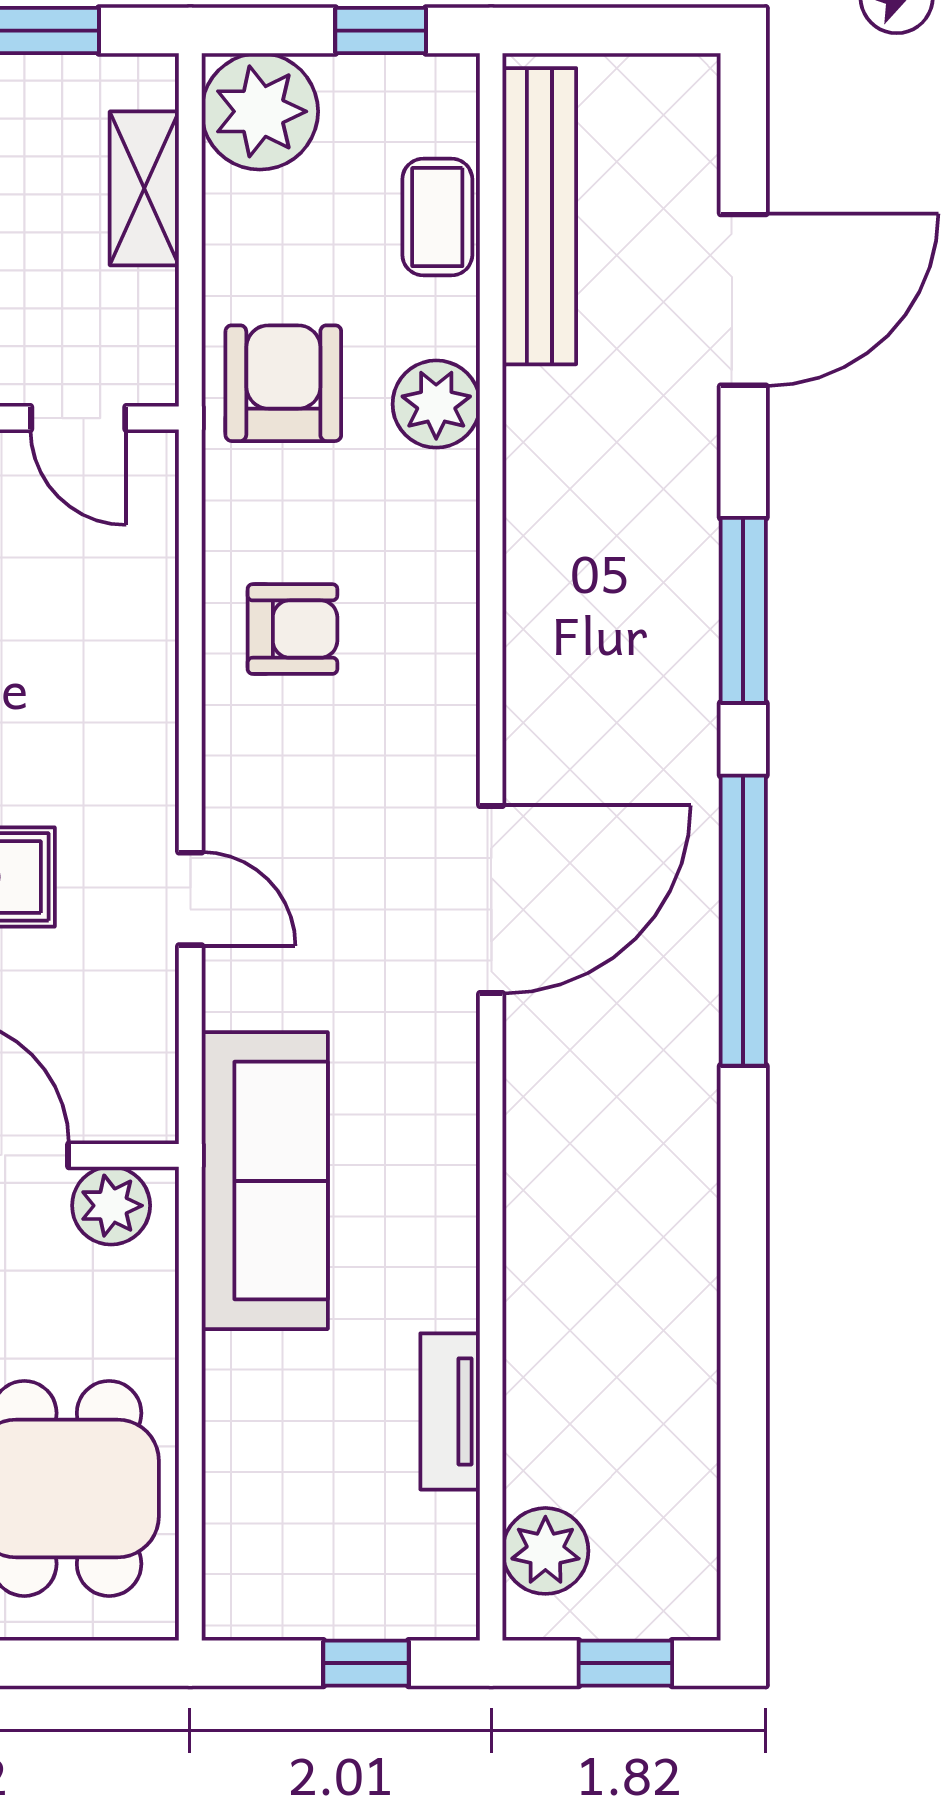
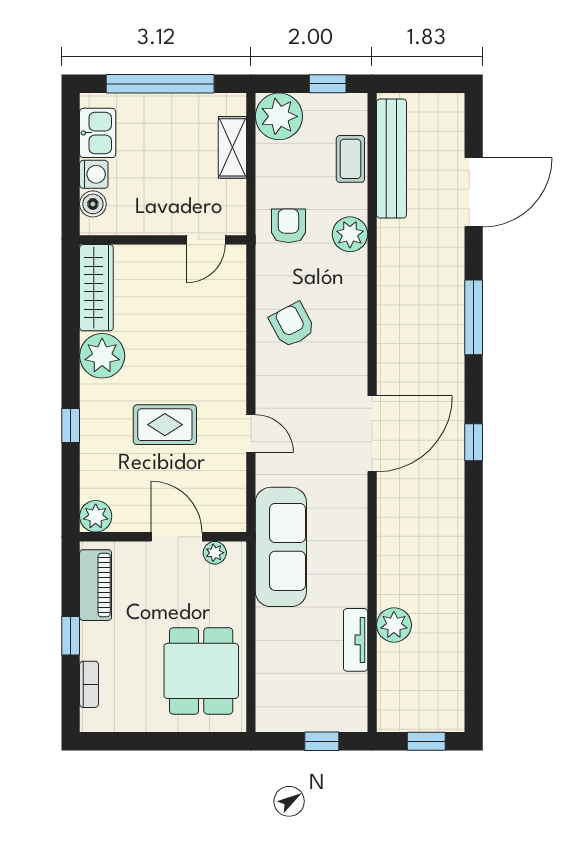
armchair: (283, 383) -> (288, 226), width x0.72, depth x0.72
door: (78, 418) -> (206, 240), hinge flipped
armchair: (292, 629) -> (292, 325), turned -118
window: (743, 921) -> (474, 442), width x0.32
plant: (111, 1206) -> (215, 553), width x0.73, depth x0.73
plant: (545, 1551) -> (394, 625), moved

